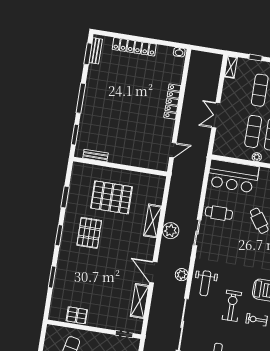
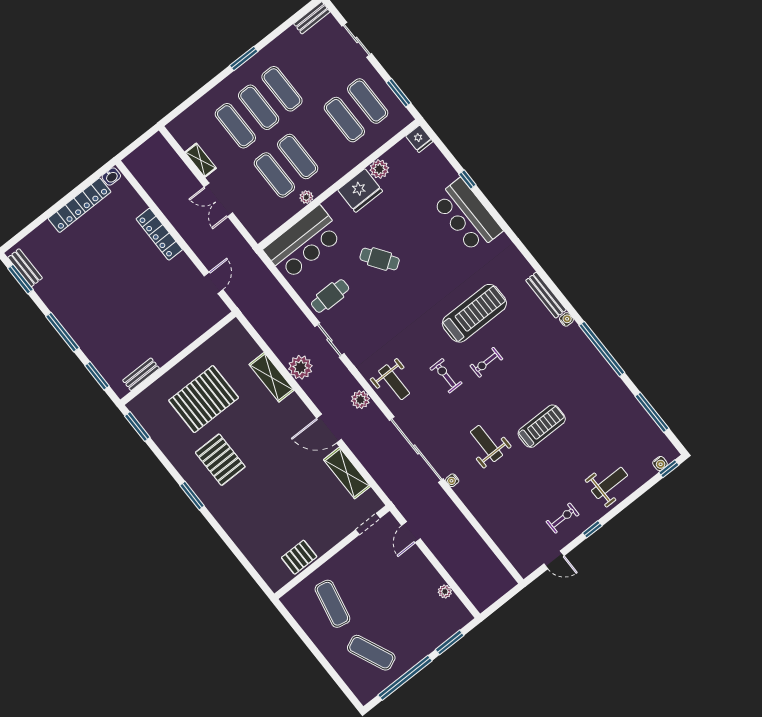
locker: (134, 47) -> (80, 205), moved
window: (255, 58) -> (195, 97), removed
shelving: (231, 67) -> (201, 160), moved
window: (65, 197) -> (137, 427), moved
window: (52, 277) -> (232, 546), removed
exercise bike: (232, 306) -> (446, 376), width x0.73, depth x0.72

